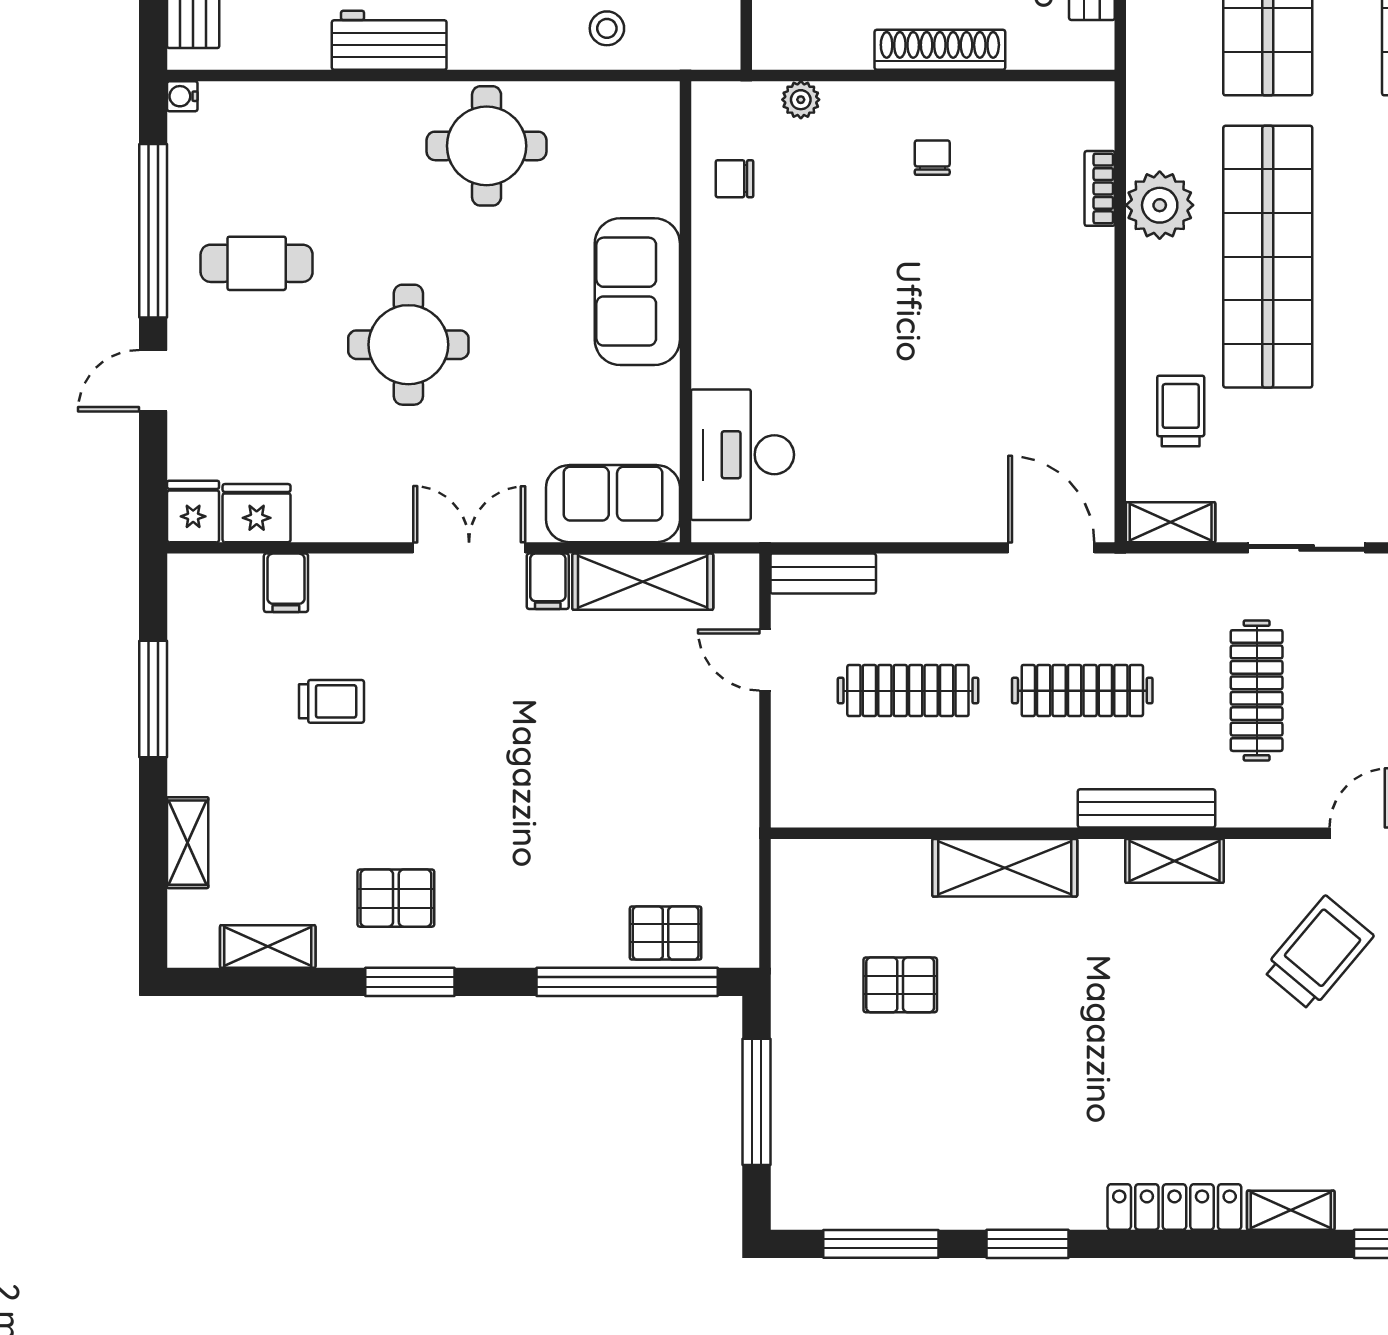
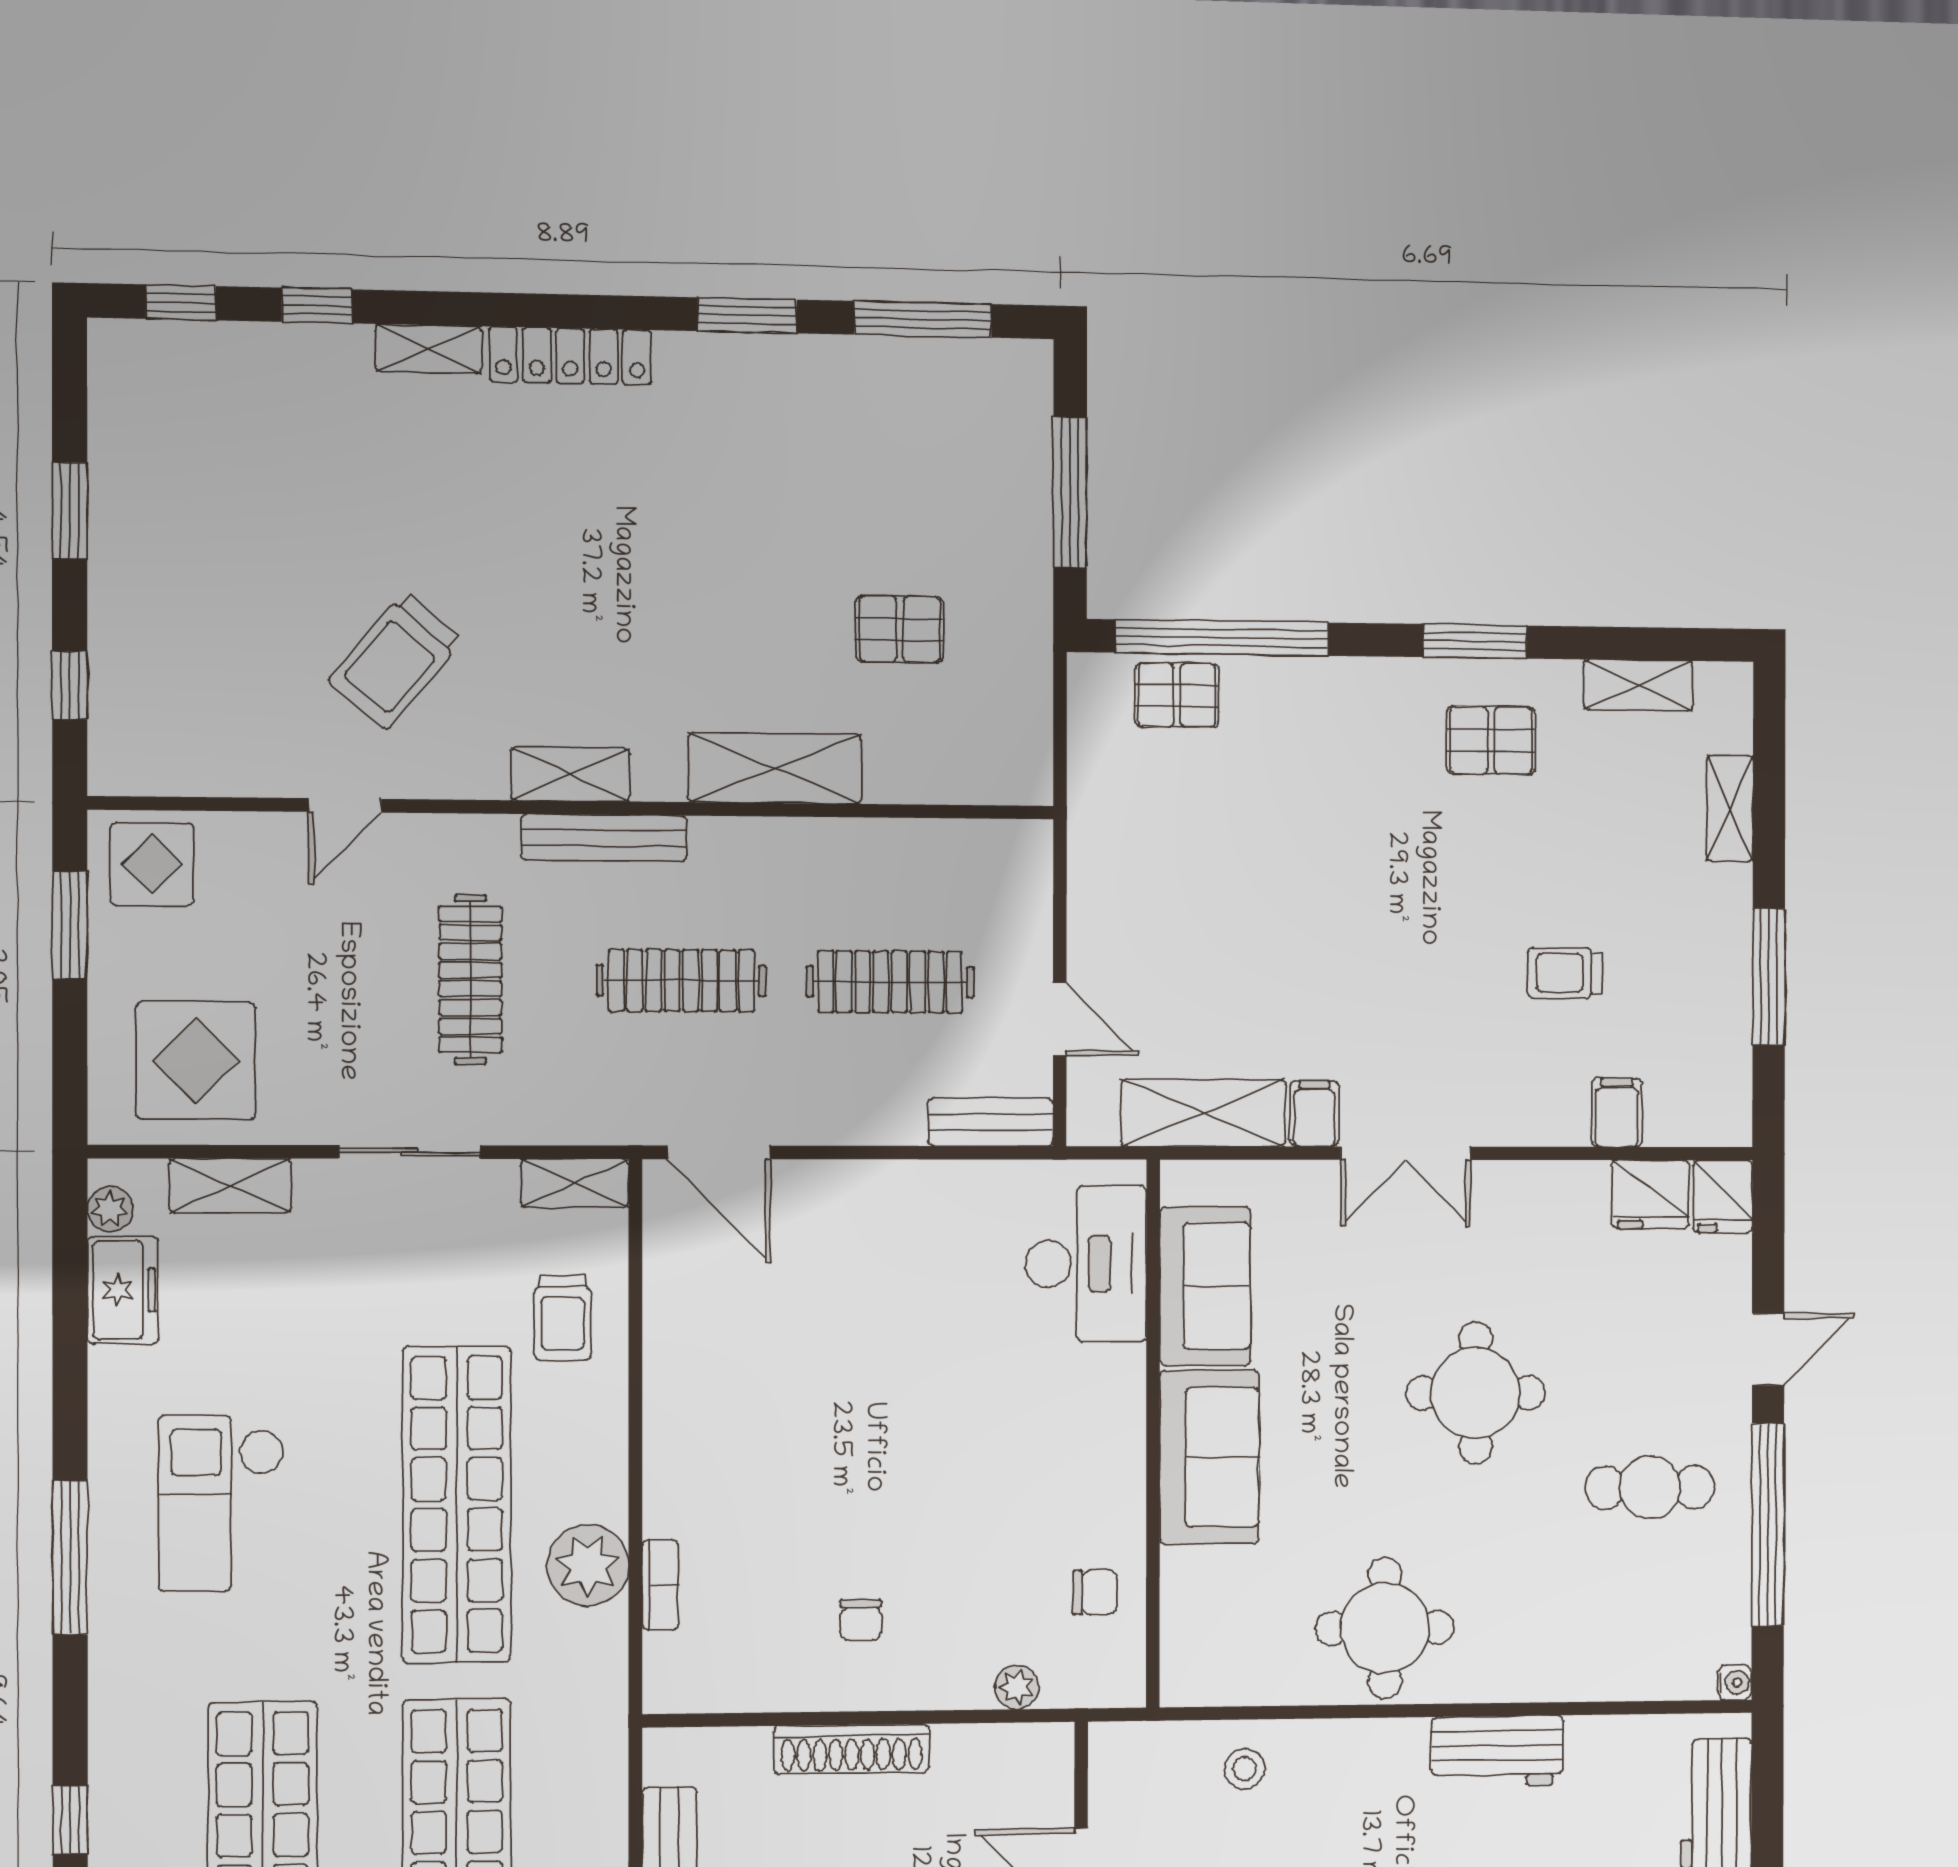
sofa: (613, 504) -> (1205, 1286), moved, turned -90

